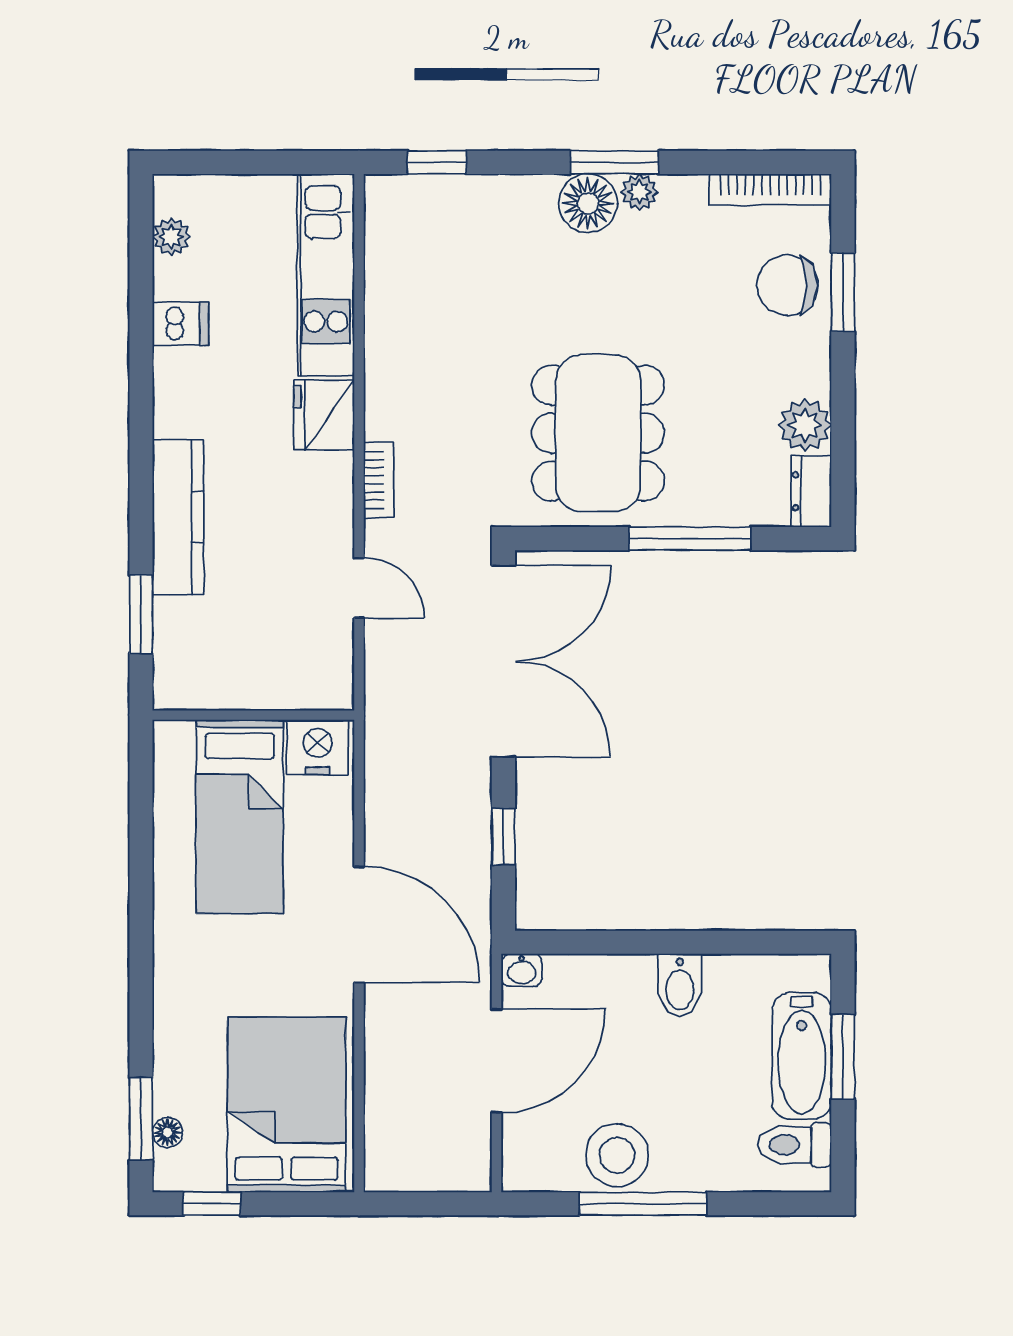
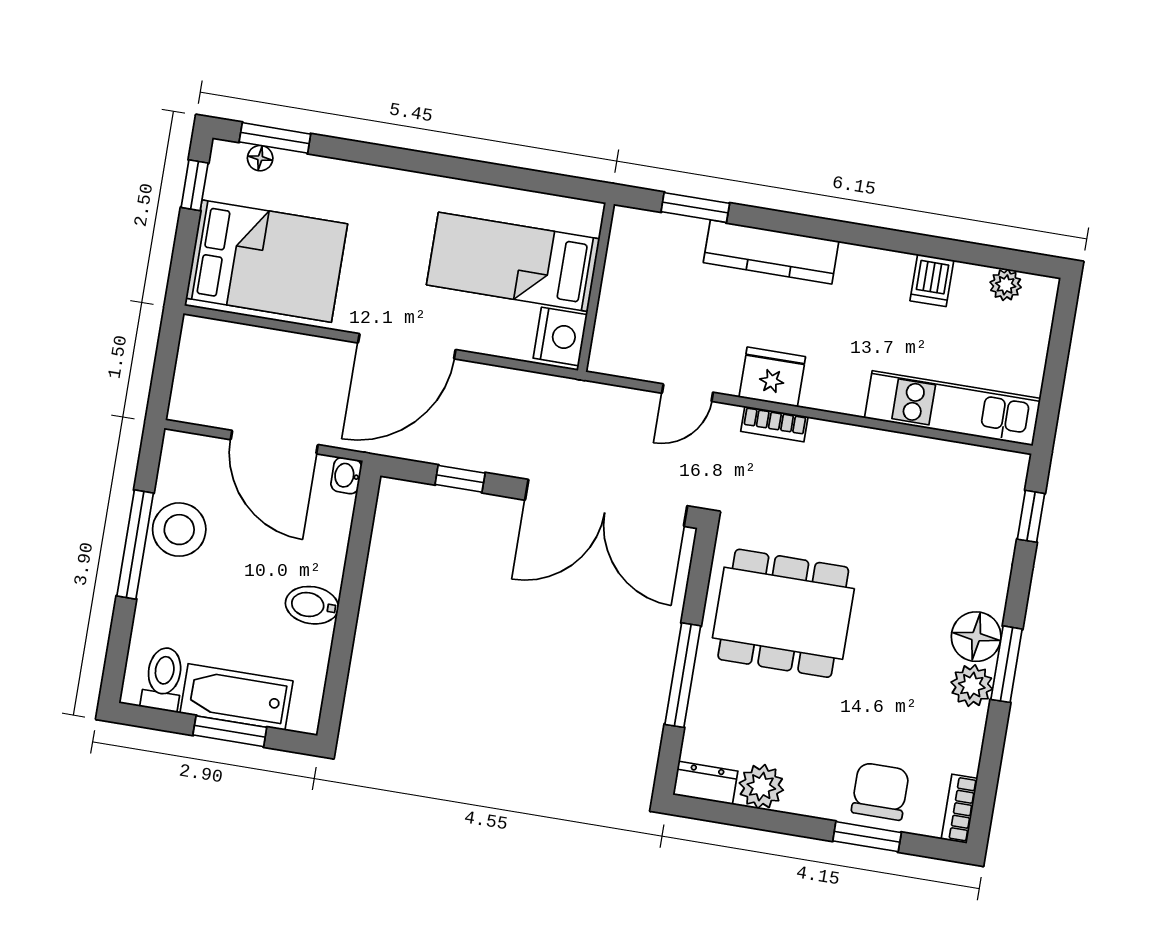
bookcase: (770, 189) -> (959, 809), width x0.64
plant: (639, 192) -> (972, 686), width x1.38, depth x1.38
fridge: (324, 415) -> (772, 377), moved

